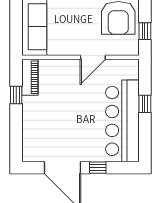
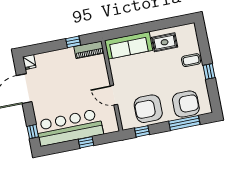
fridge: (31, 155) -> (29, 62), added
window: (98, 168) -> (33, 132), moved

